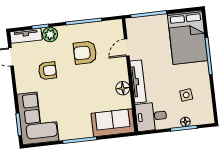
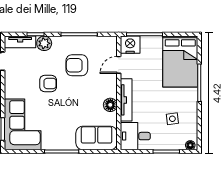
nightstand: (136, 26) -> (130, 45), added
armchair: (47, 71) -> (48, 84), moved
floor lamp: (185, 122) -> (190, 145), moved

